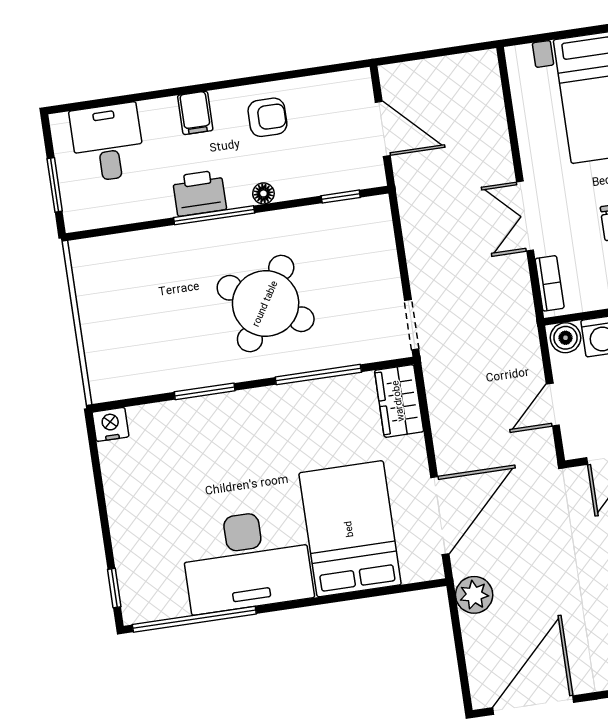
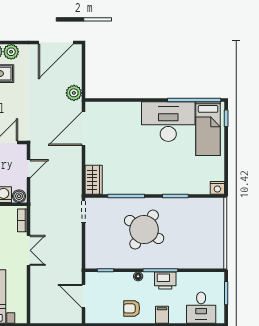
bed: (350, 529) -> (208, 129), moved, width x0.67

